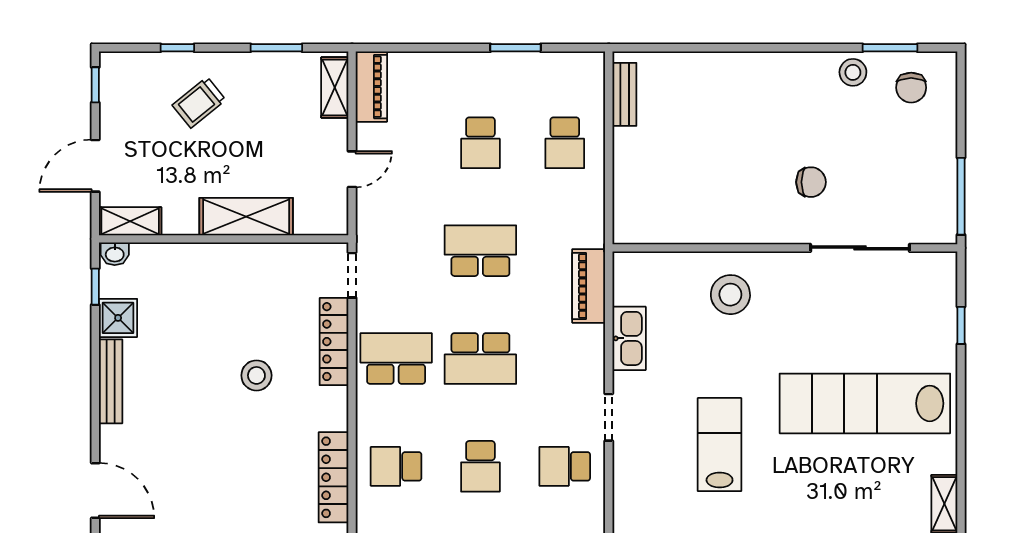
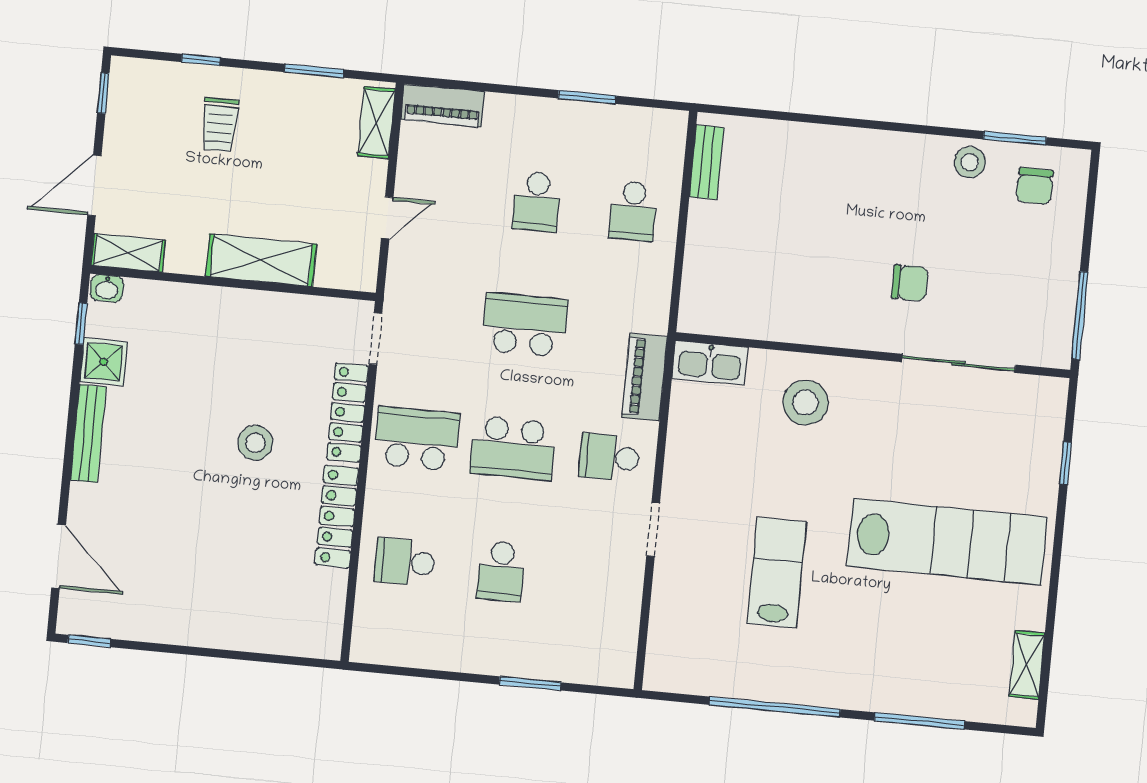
piano: (371, 87) -> (443, 105), moved, turned 90
trolley: (199, 102) -> (220, 125), turned -51
kitchen sink: (629, 338) -> (710, 363), moved, turned 90
lab bench: (865, 403) -> (947, 542), turned 180
school desk: (565, 466) -> (609, 457), moved
locker: (334, 477) -> (337, 517), moved

